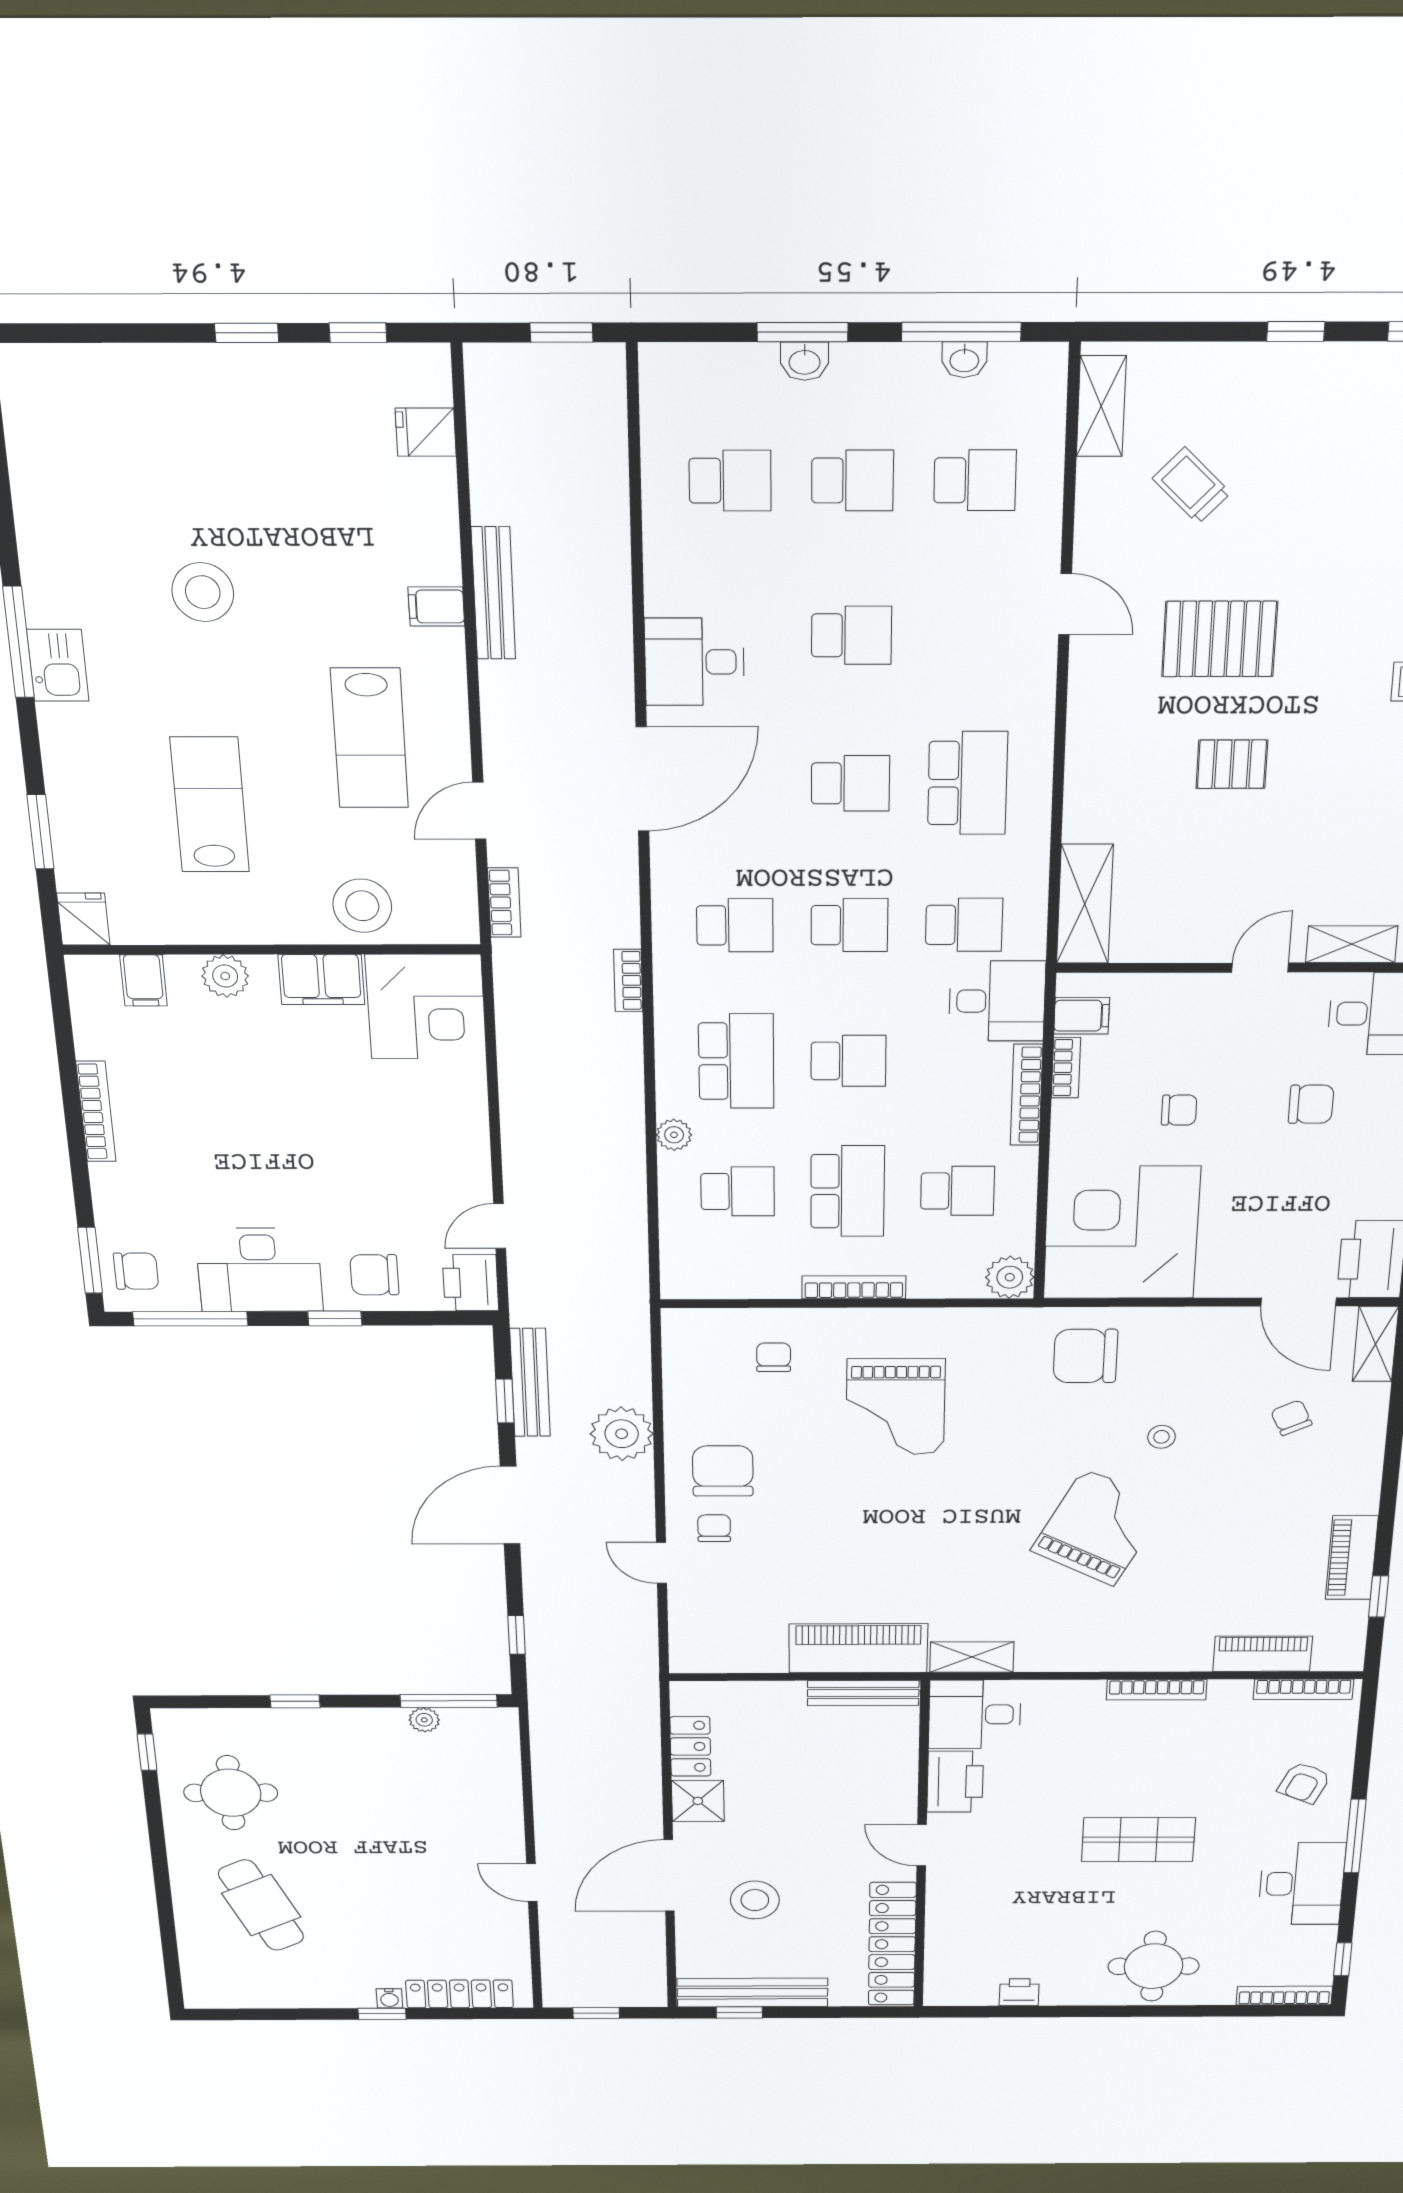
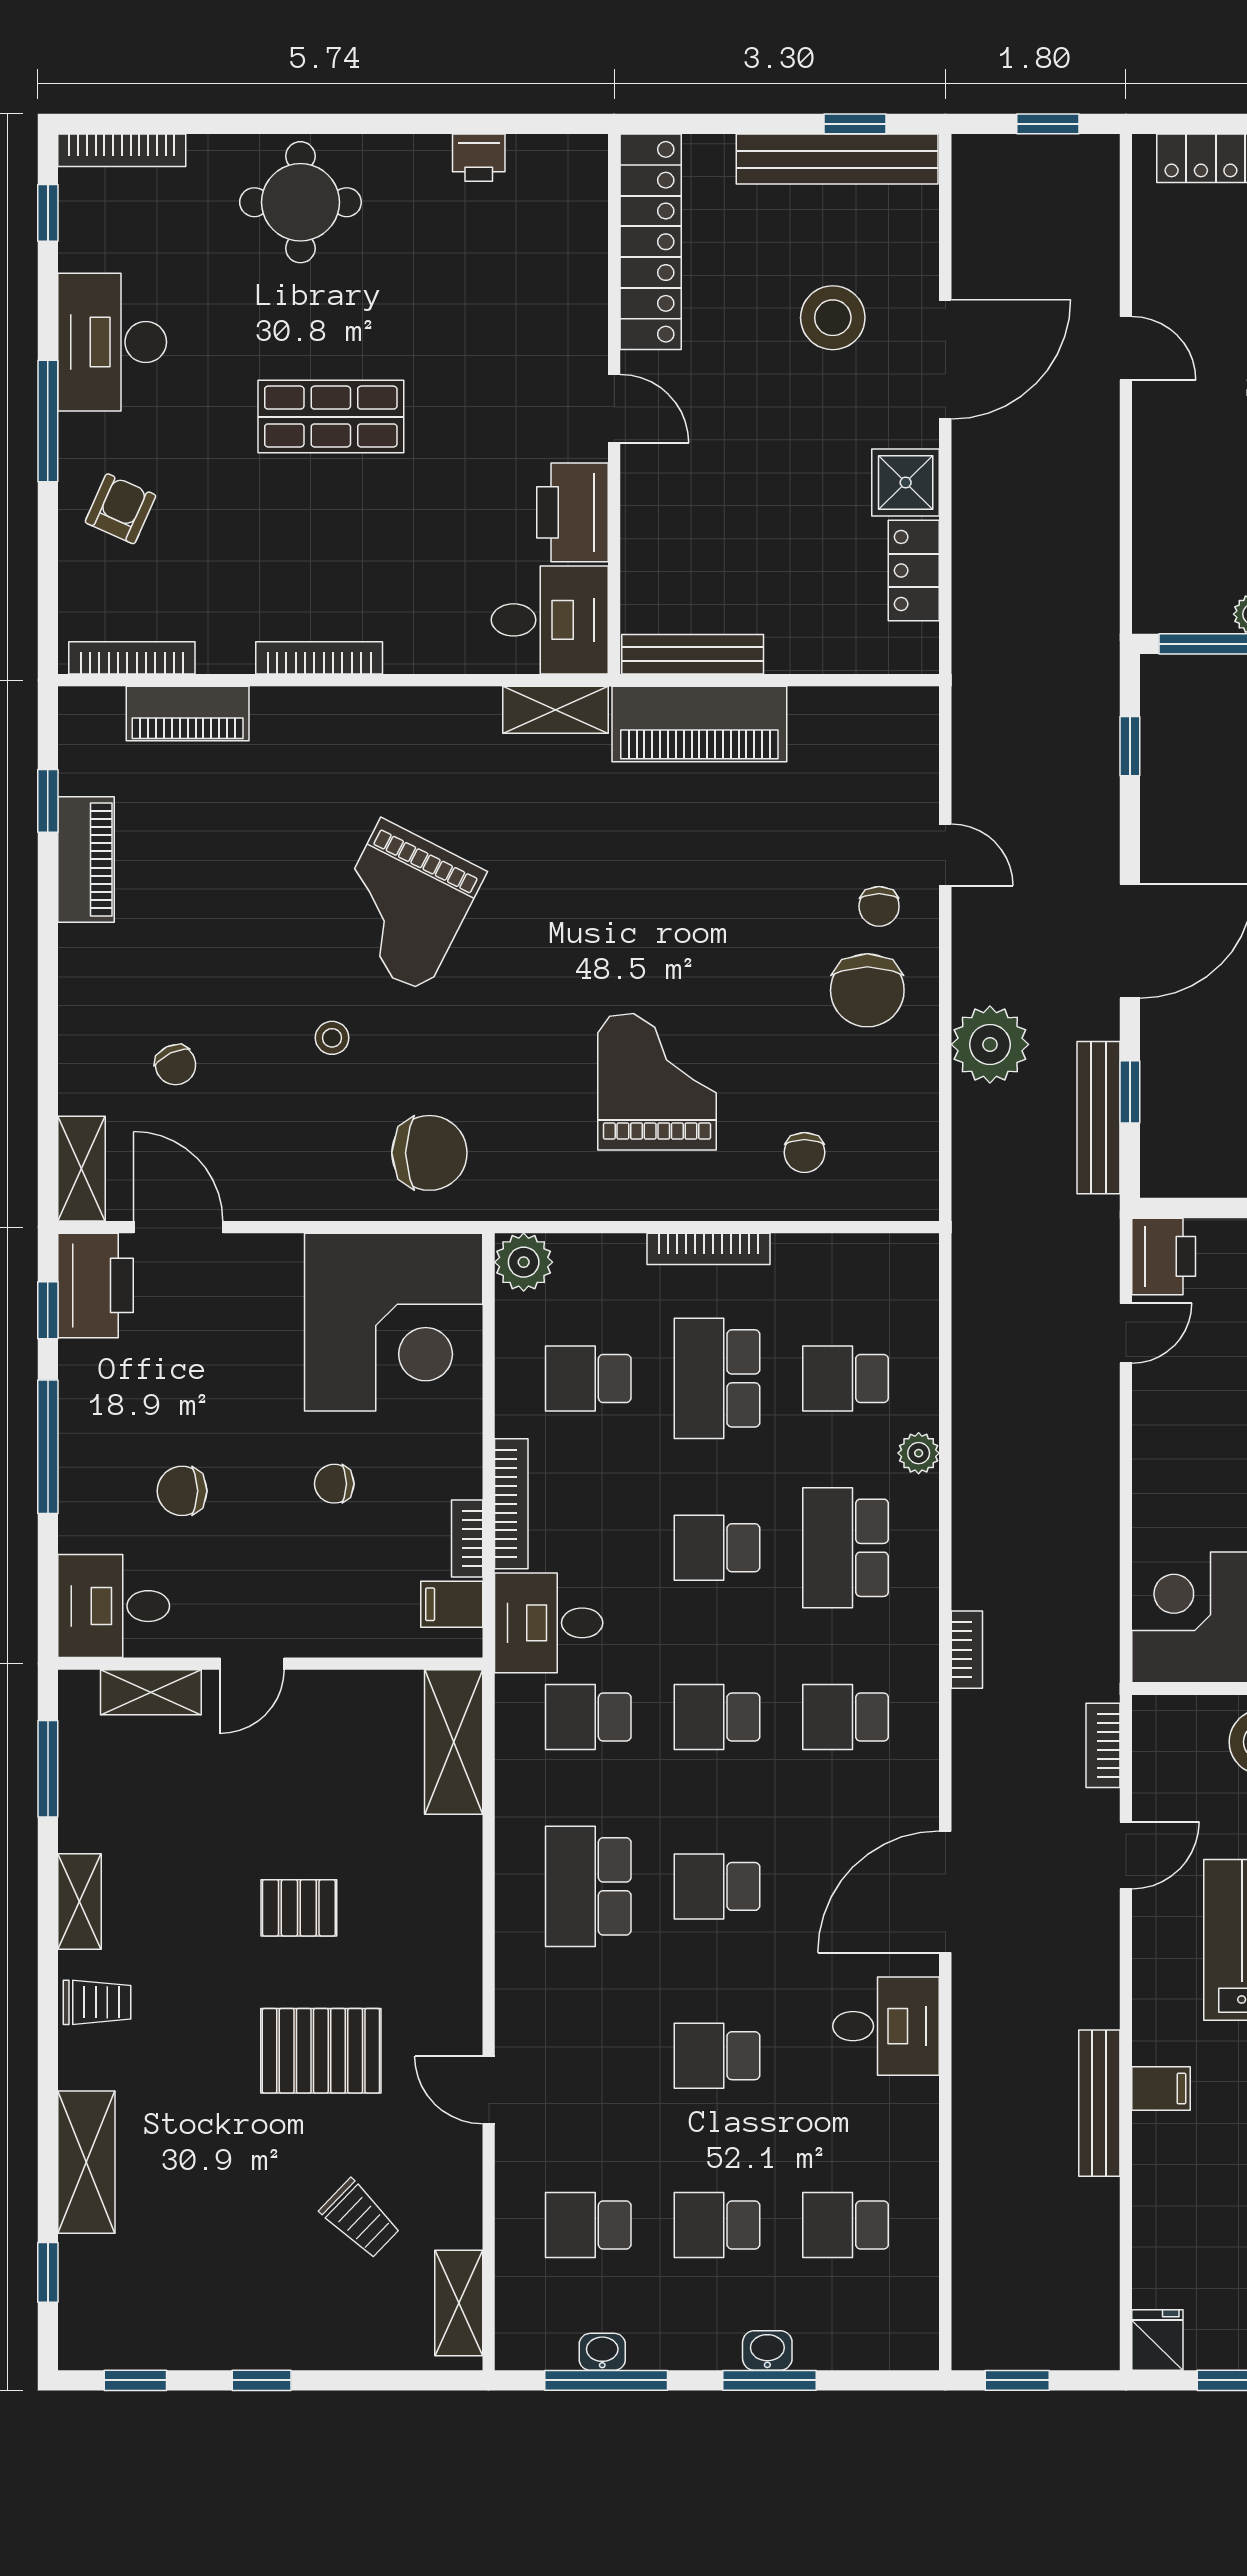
fridge: (426, 432) -> (1157, 2340), moved, turned -90

